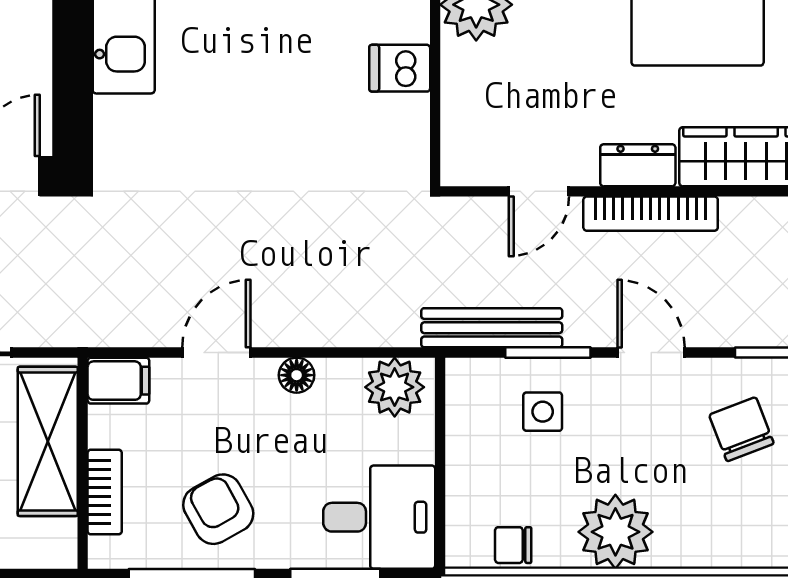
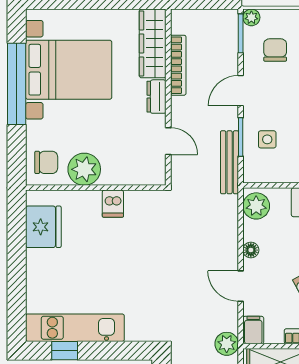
bookcase: (651, 214) -> (178, 65), moved
plant: (88, 322) -> (227, 344), added
chair: (741, 429) -> (275, 50), turned 111

